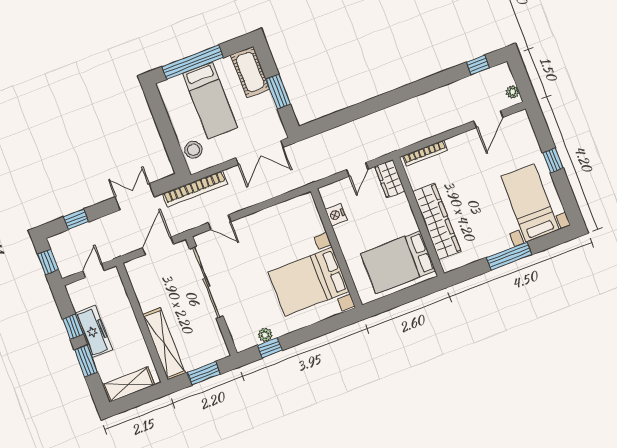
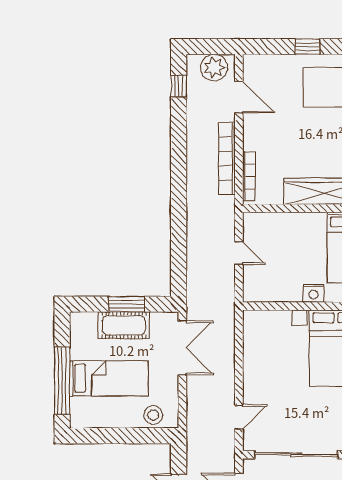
cot: (250, 72) -> (124, 325), moved
plant: (512, 92) -> (214, 68), width x1.88, depth x1.88
wardrobe: (390, 179) -> (262, 223), removed
bookcase: (195, 189) -> (227, 158), moved, turned 180
nightstand: (336, 215) -> (313, 293), moved

